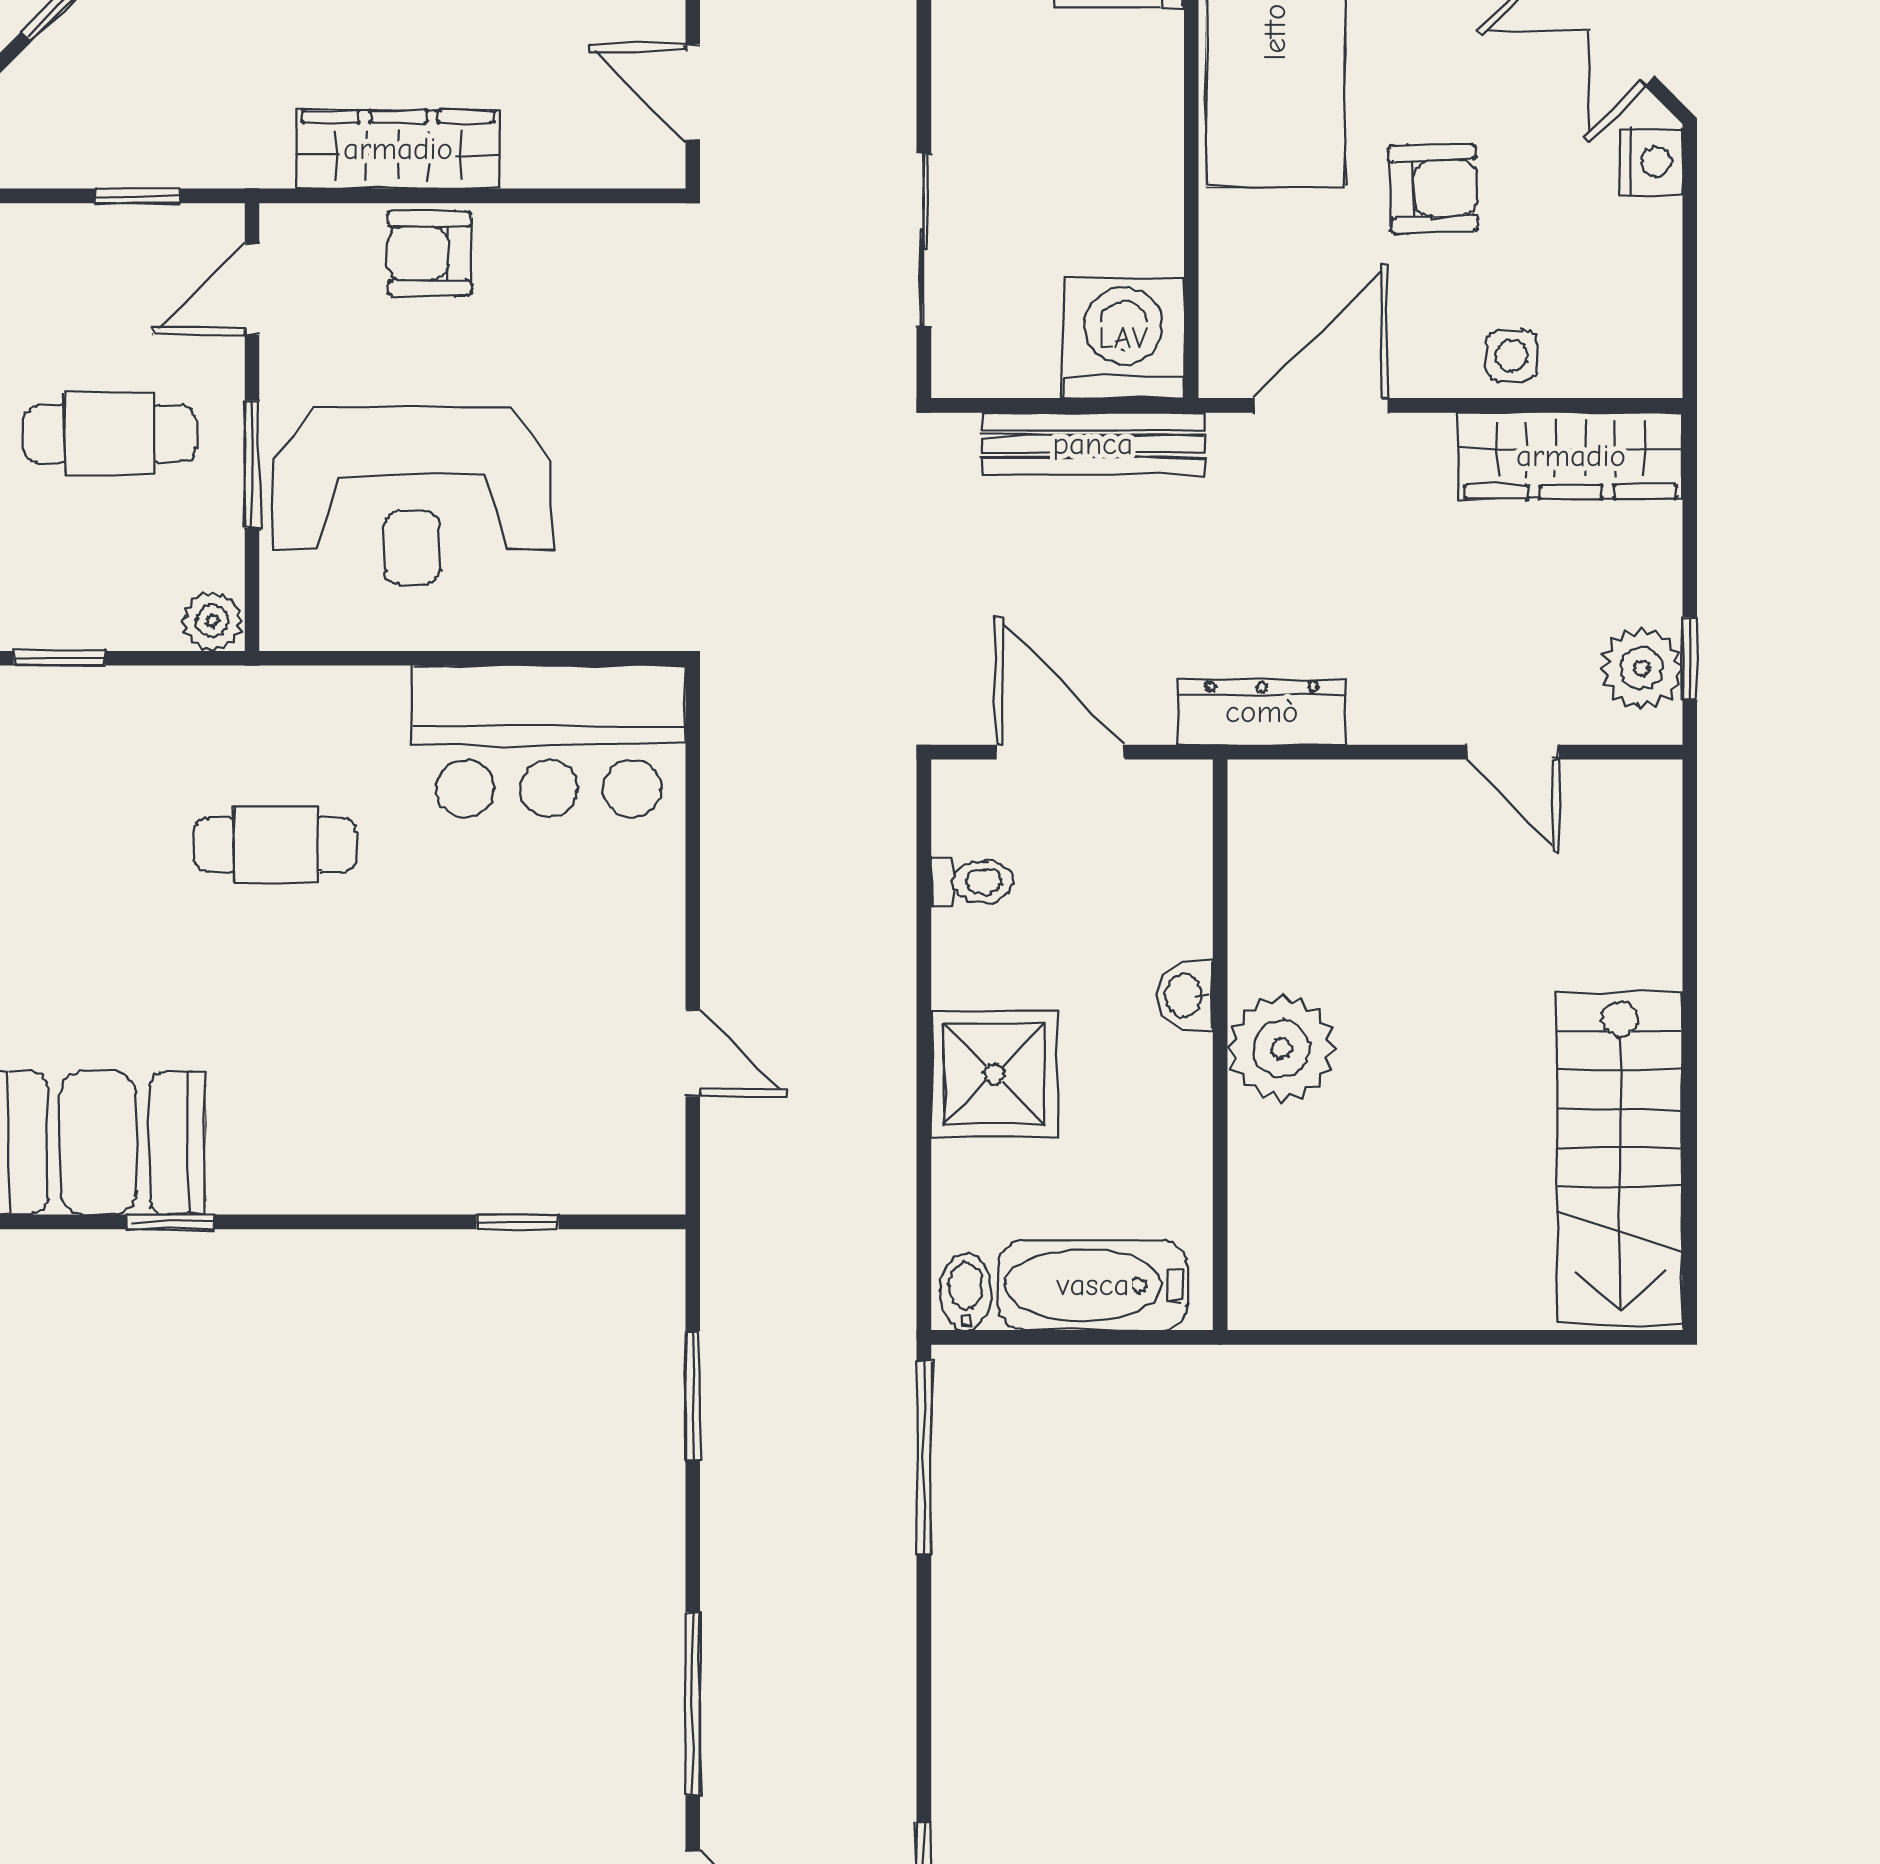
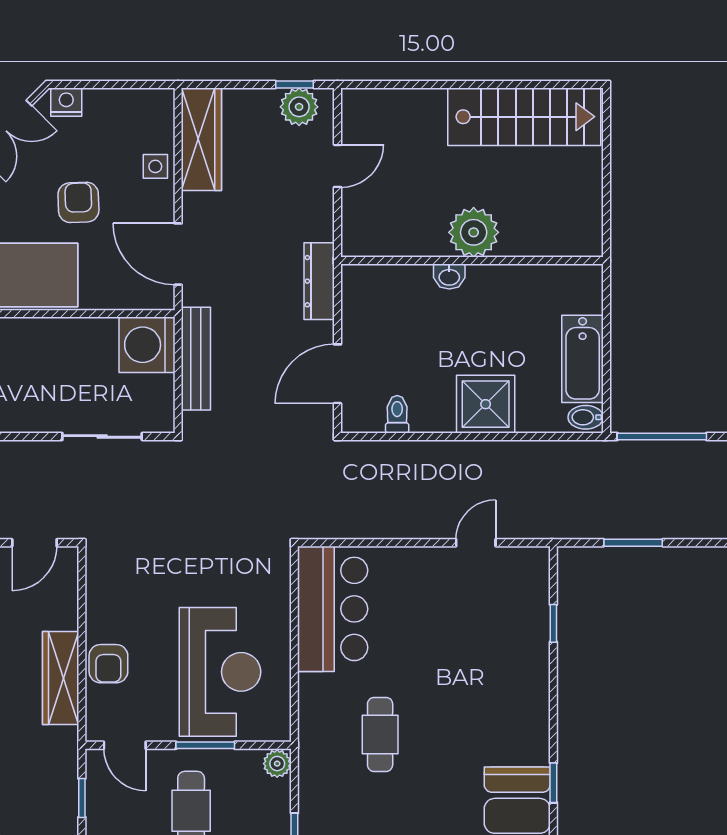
washbasin: (1185, 995) -> (449, 277), moved
wall: (1220, 1045) -> (472, 261), moved
plant: (1282, 1048) -> (474, 232), moved

